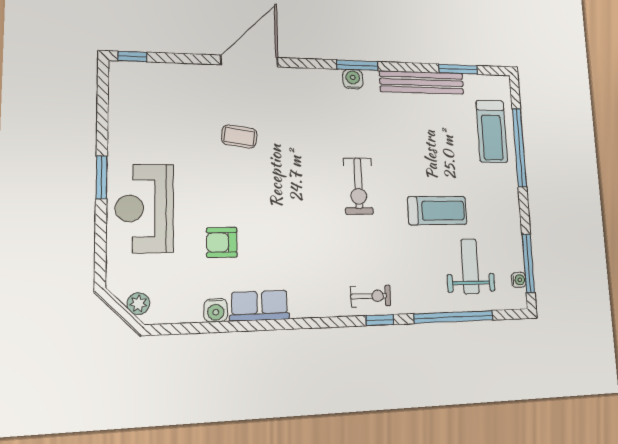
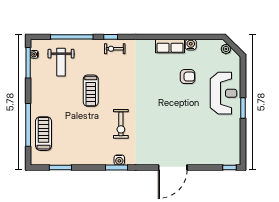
bench: (422, 82) -> (82, 159), removed
coffee table: (239, 137) -> (178, 129), removed
exercise bike: (358, 186) -> (121, 124), moved, turned 180
treadmill: (437, 211) -> (91, 91), moved, turned -90

